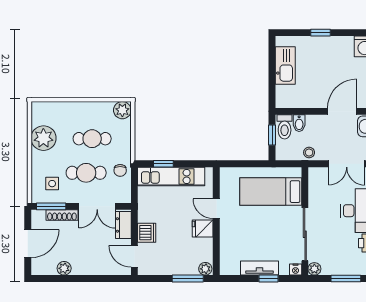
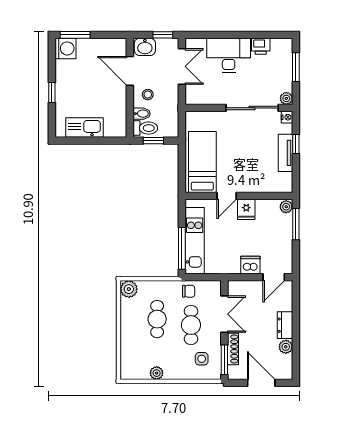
plant: (43, 138) -> (157, 373), width x0.53, depth x0.53
stool: (309, 153) -> (148, 95), moved
window: (163, 164) -> (182, 248), width x2.17
bed: (271, 192) -> (202, 162), moved, turned 180
dresser: (123, 225) -> (285, 325), moved, turned 90

